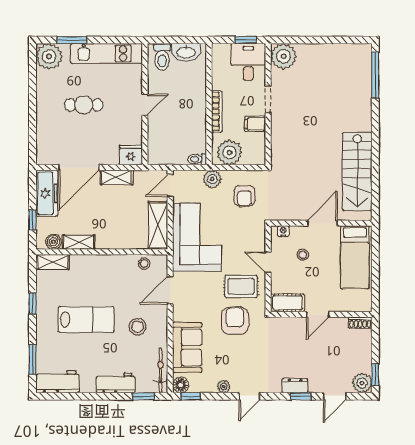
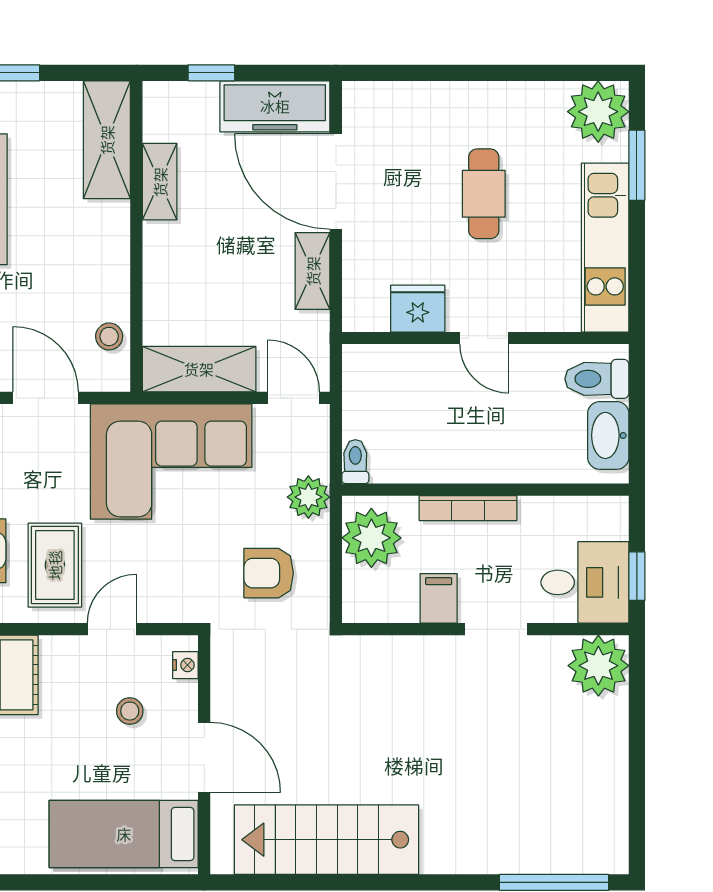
fridge: (131, 155) -> (418, 309), moved, turned -90
boiler: (53, 242) -> (160, 122), removed
shelving: (53, 262) -> (107, 140), width x1.50, depth x1.33

